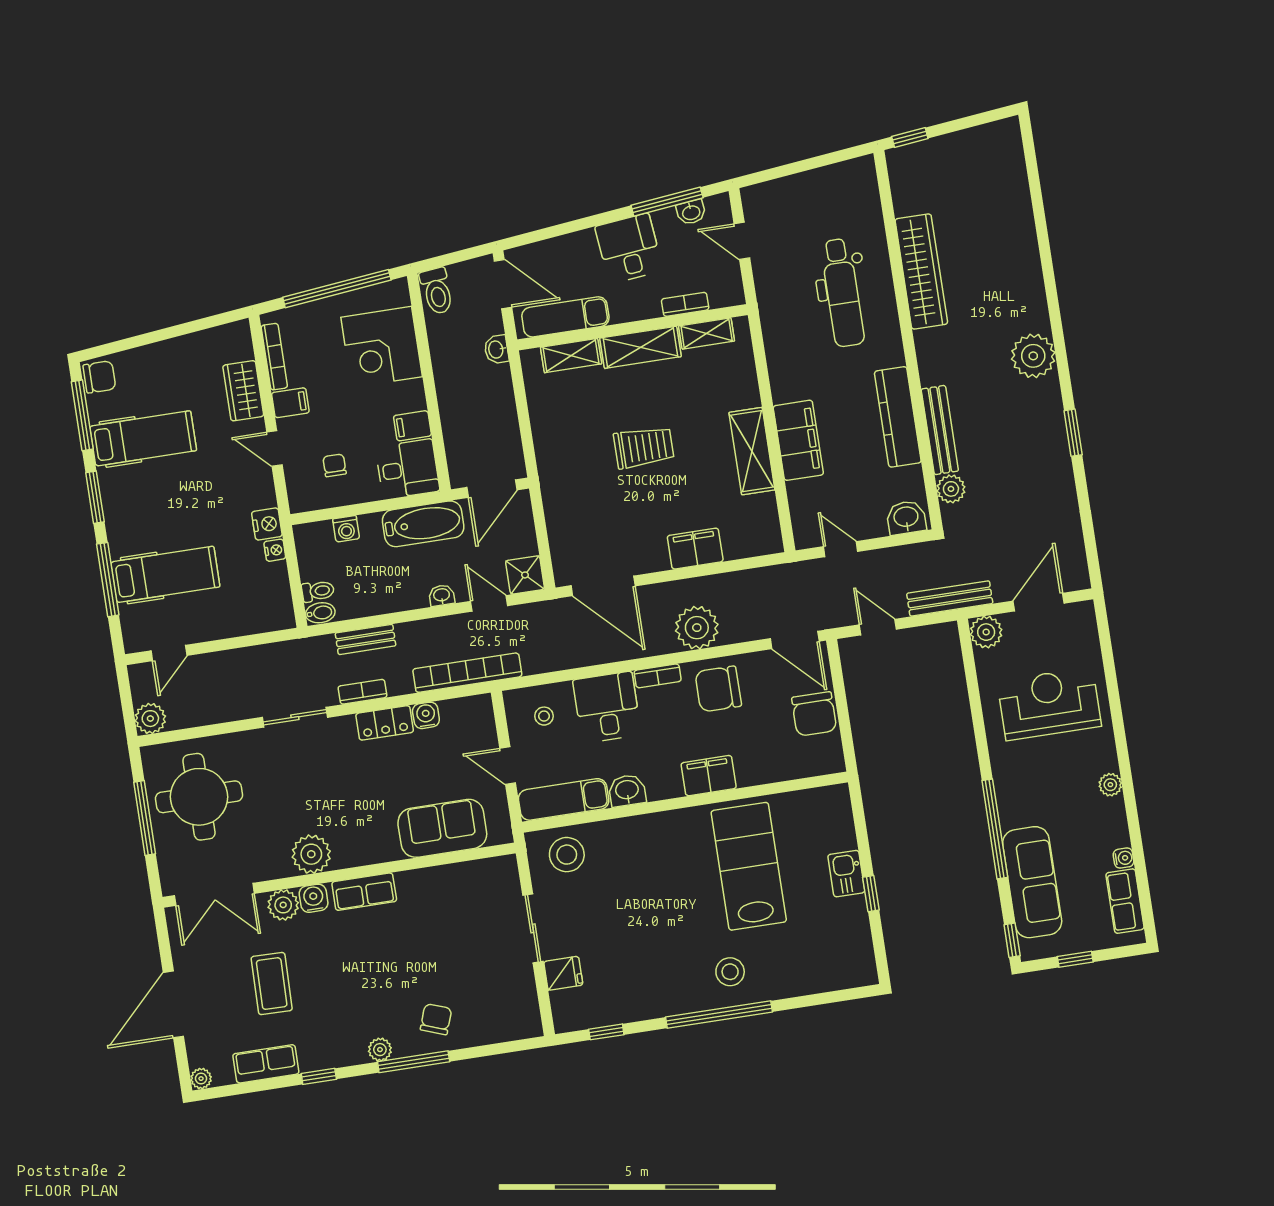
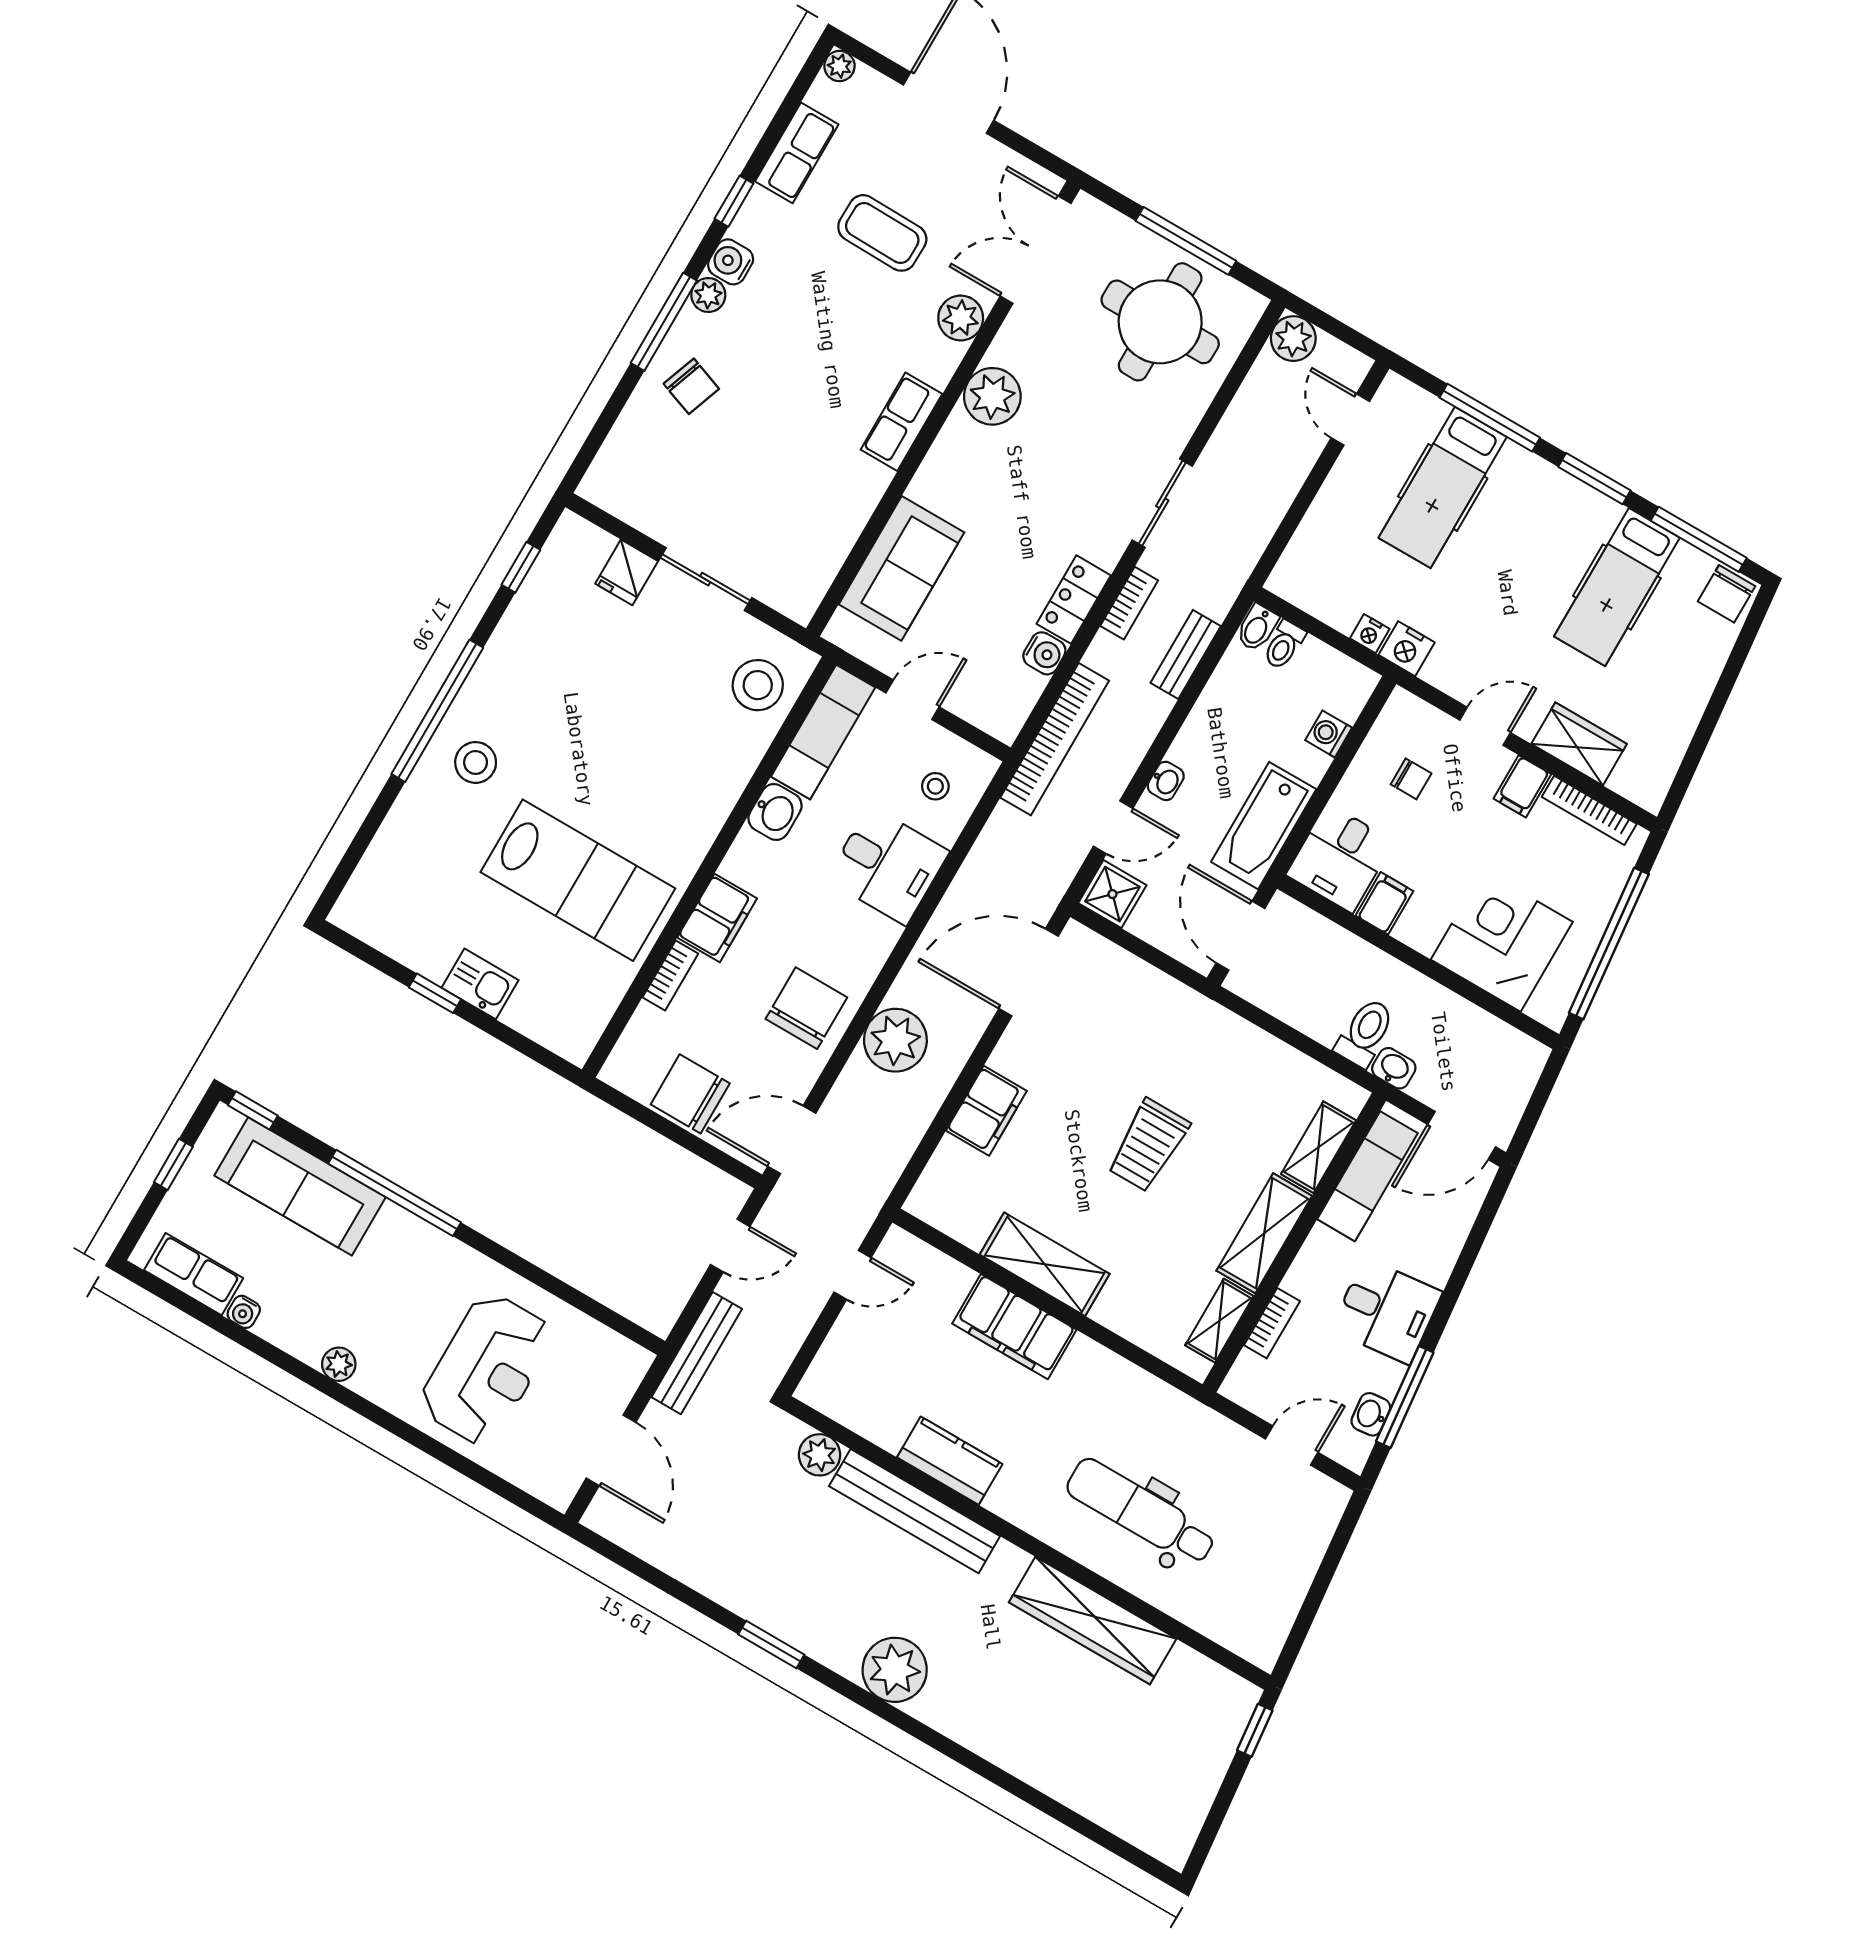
toilet: (437, 291) -> (1365, 1033), moved, turned 96
kitchen counter: (898, 417) -> (950, 1461), width x0.67
bench: (940, 430) -> (915, 1511), width x1.37, depth x1.21
washbasin: (906, 518) -> (828, 1378), removed
plant: (986, 632) -> (625, 1363), removed
bookcase: (658, 676) -> (670, 975), moved, turned 180
water cooler: (314, 898) -> (731, 262), moved, turned 180

